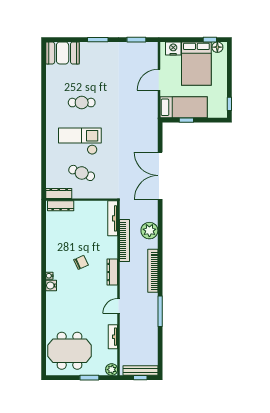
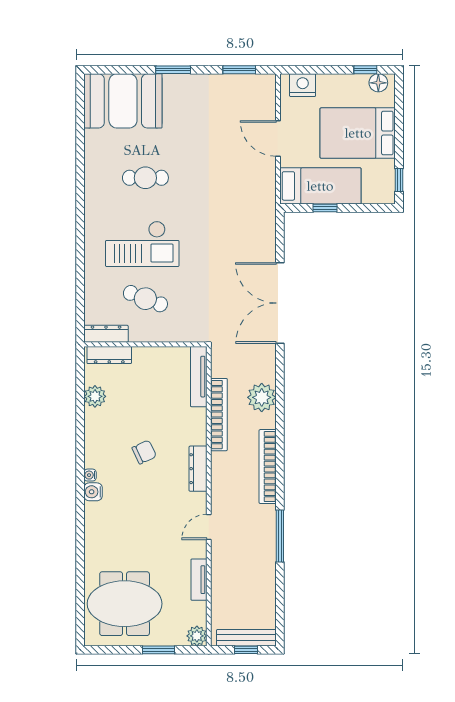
booth: (63, 53) -> (123, 101), width x1.36, depth x1.42
bed: (196, 64) -> (358, 133), moved, turned 90
door: (159, 80) -> (278, 139), hinge flipped
checkout: (80, 141) -> (142, 244), turned 180
plant: (52, 230) -> (95, 396), added

